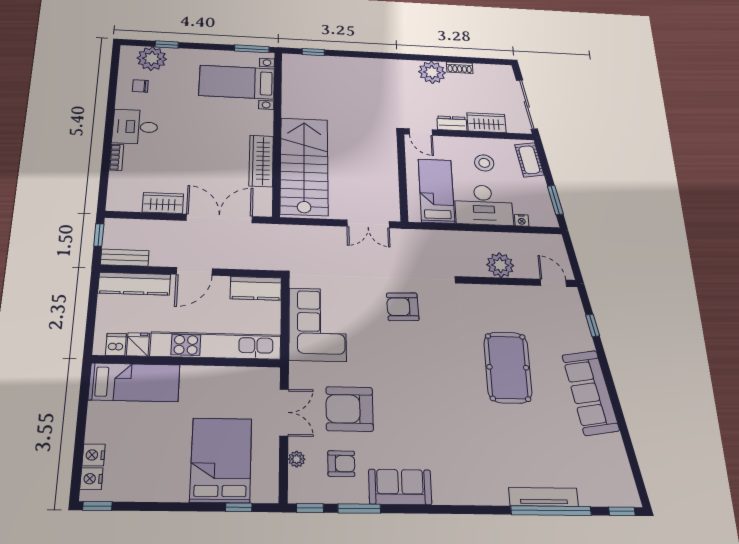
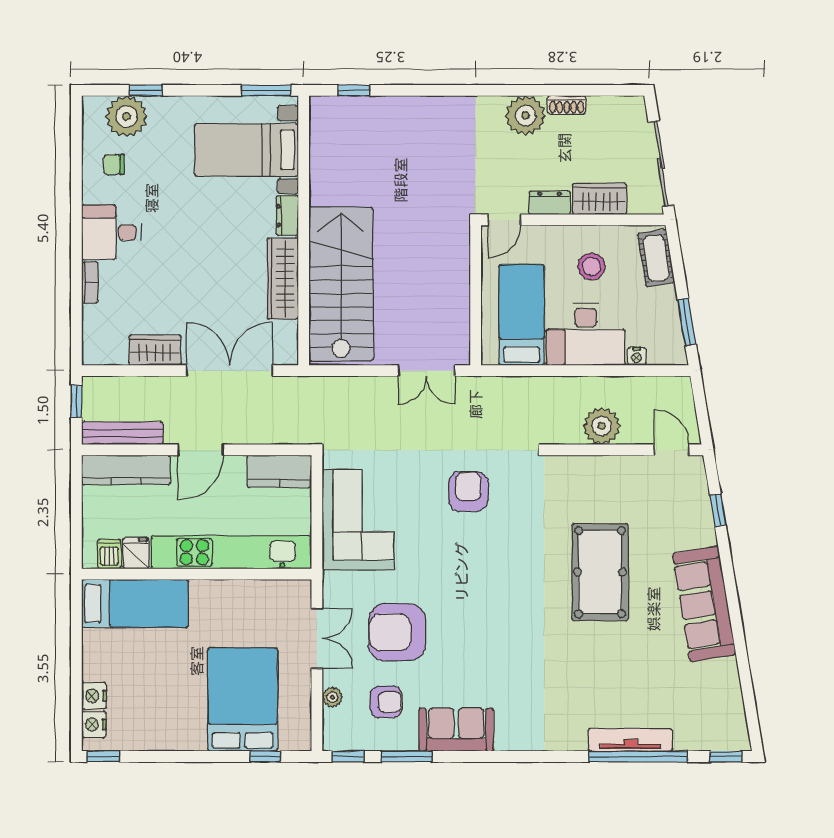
dresser: (265, 123) -> (287, 216), added
door: (421, 132) -> (504, 220), hinge flipped
bench: (125, 258) -> (122, 433), width x1.36
armchair: (403, 307) -> (468, 491), turned 92

